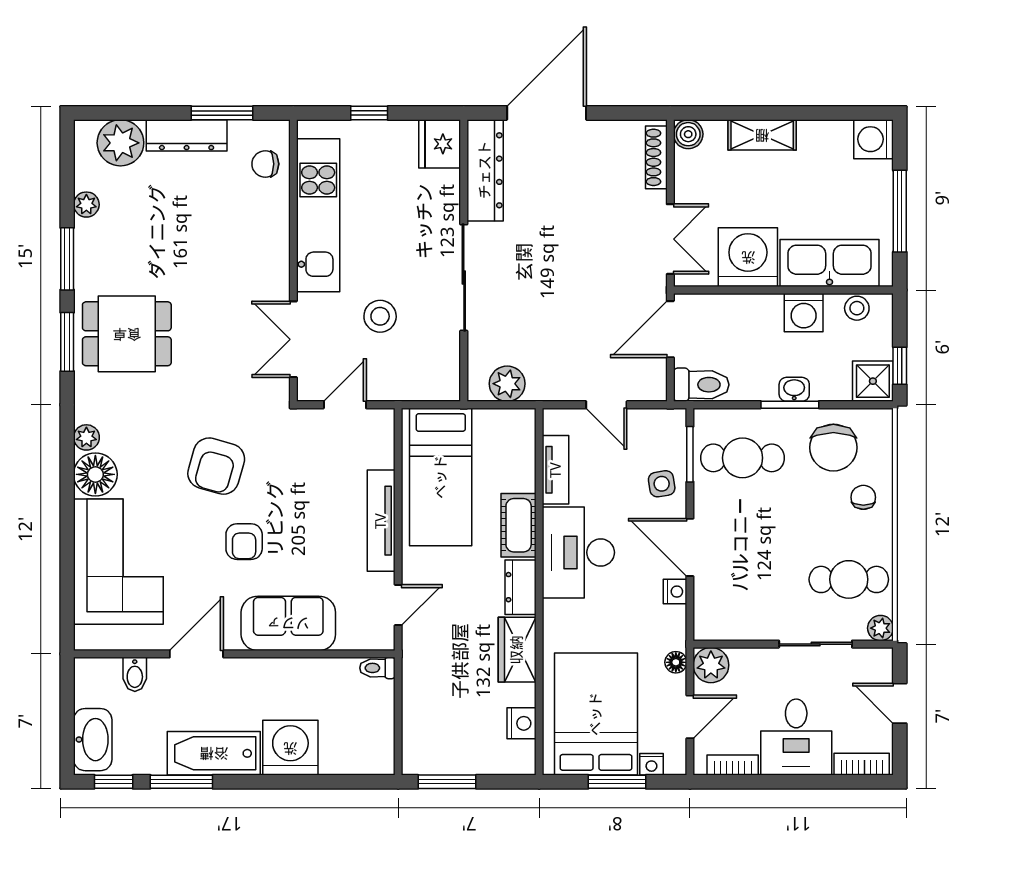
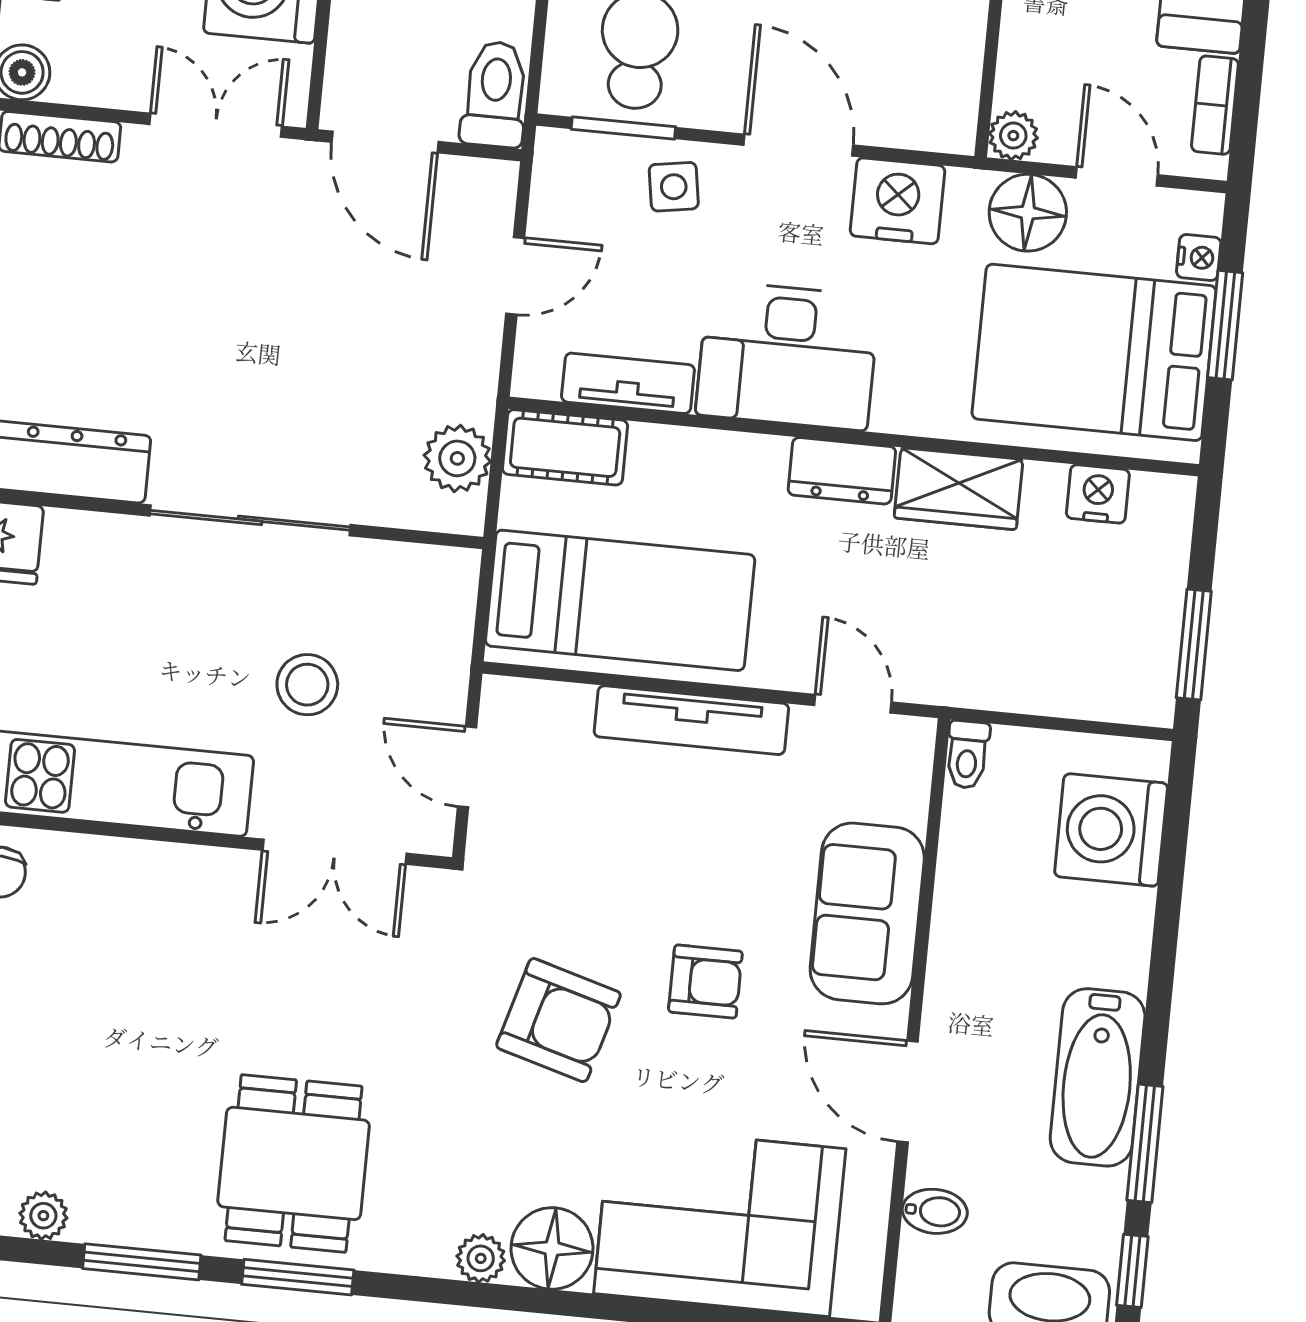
cot: (519, 525) -> (565, 447), moved
door: (690, 547) -> (798, 145), swing flipped
nightstand: (675, 592) -> (898, 201), width x1.89, depth x1.79
floor lamp: (676, 662) -> (1028, 213), width x1.89, depth x1.89
plant: (711, 665) -> (1013, 136), width x0.73, depth x0.73
washing machine: (290, 748) -> (1111, 830), moved

